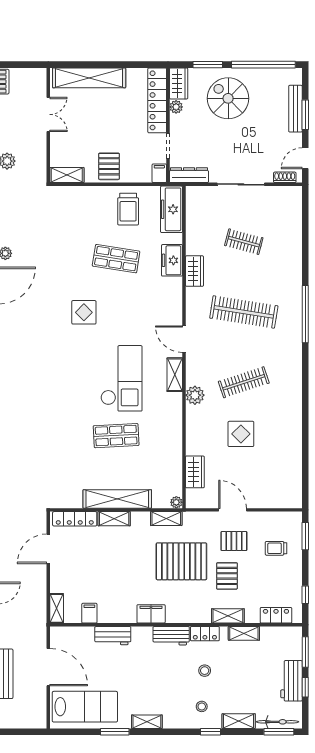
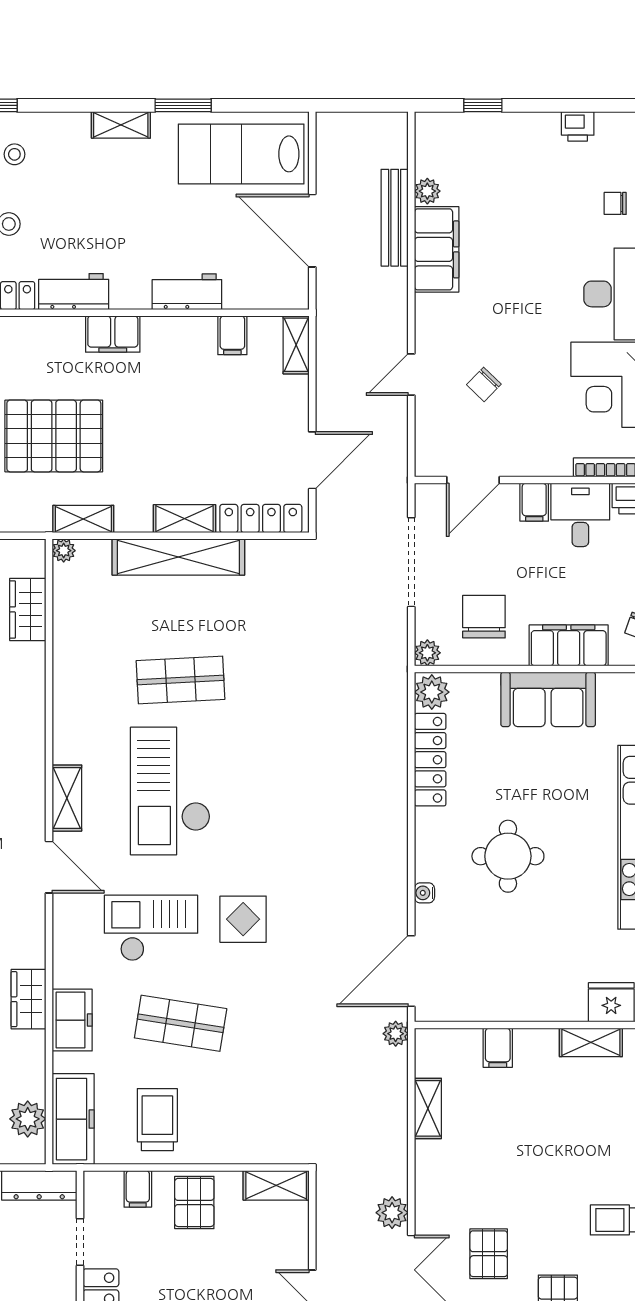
filing cabinet: (159, 173) -> (138, 1189), moved
checkout: (131, 308) -> (151, 928), added
plant: (195, 395) -> (28, 1119), moved

